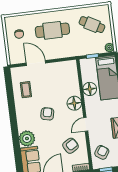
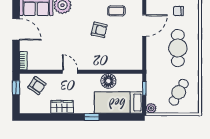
floor lamp: (74, 103) -> (95, 62), removed
armchair: (47, 114) -> (99, 30), moved
armchair: (70, 146) -> (49, 52), removed

